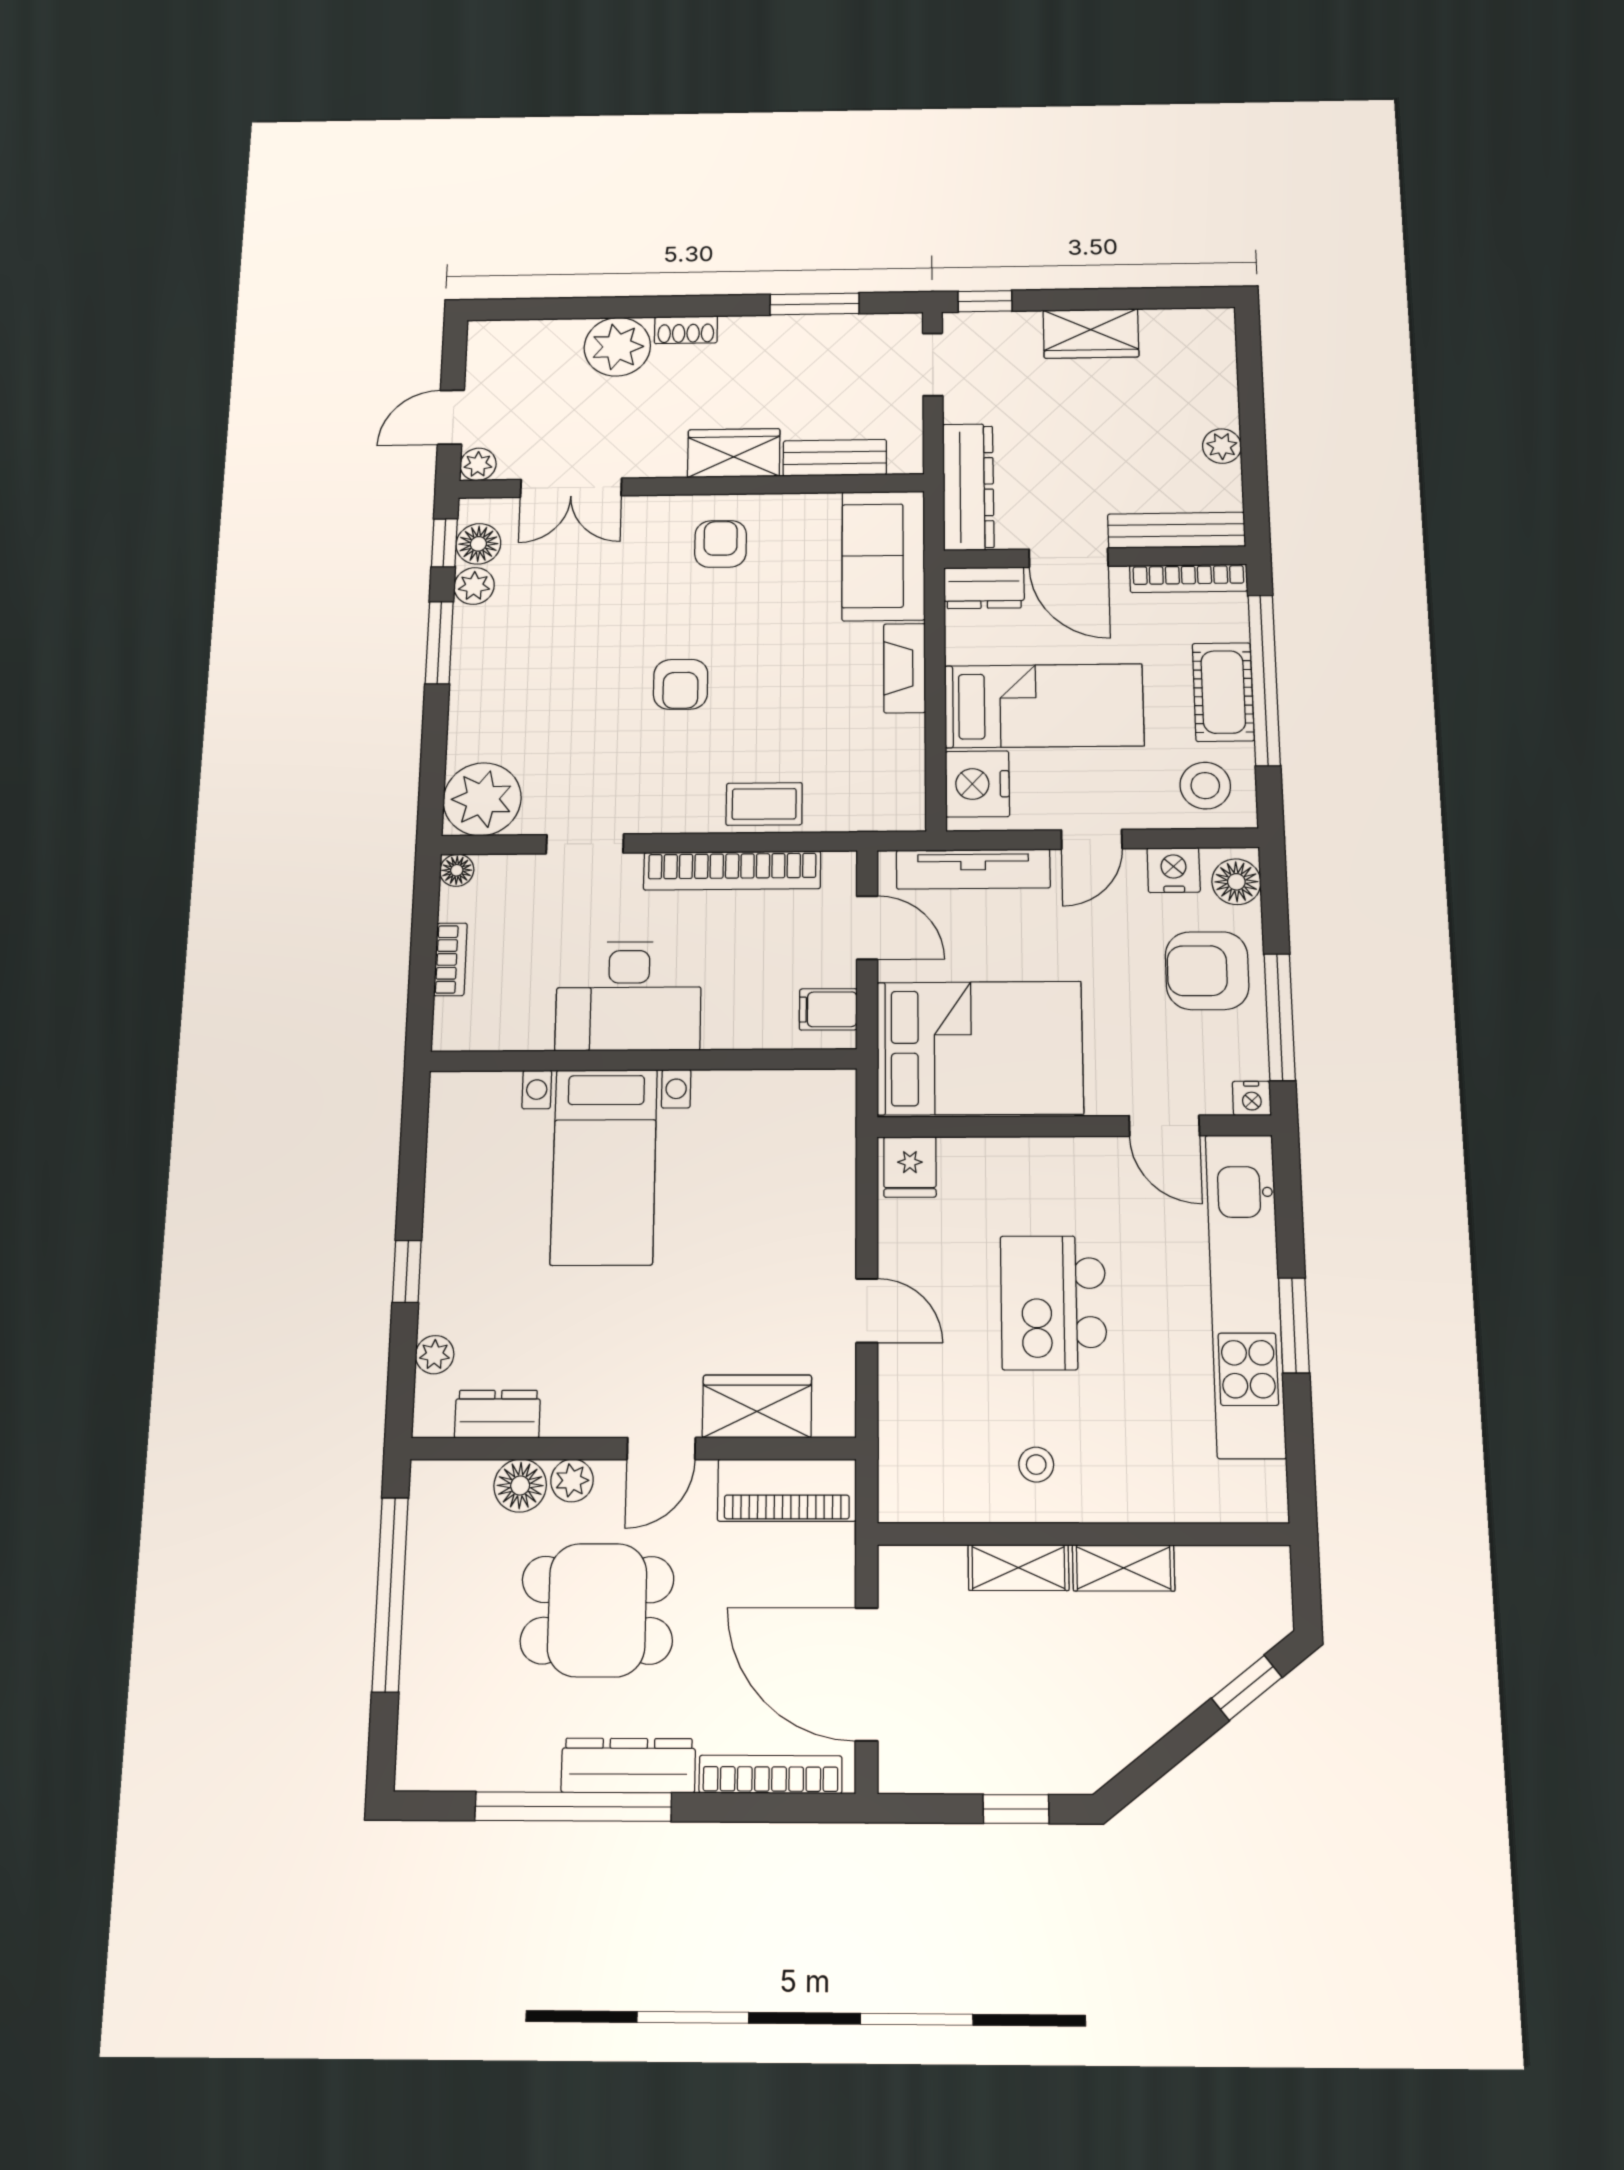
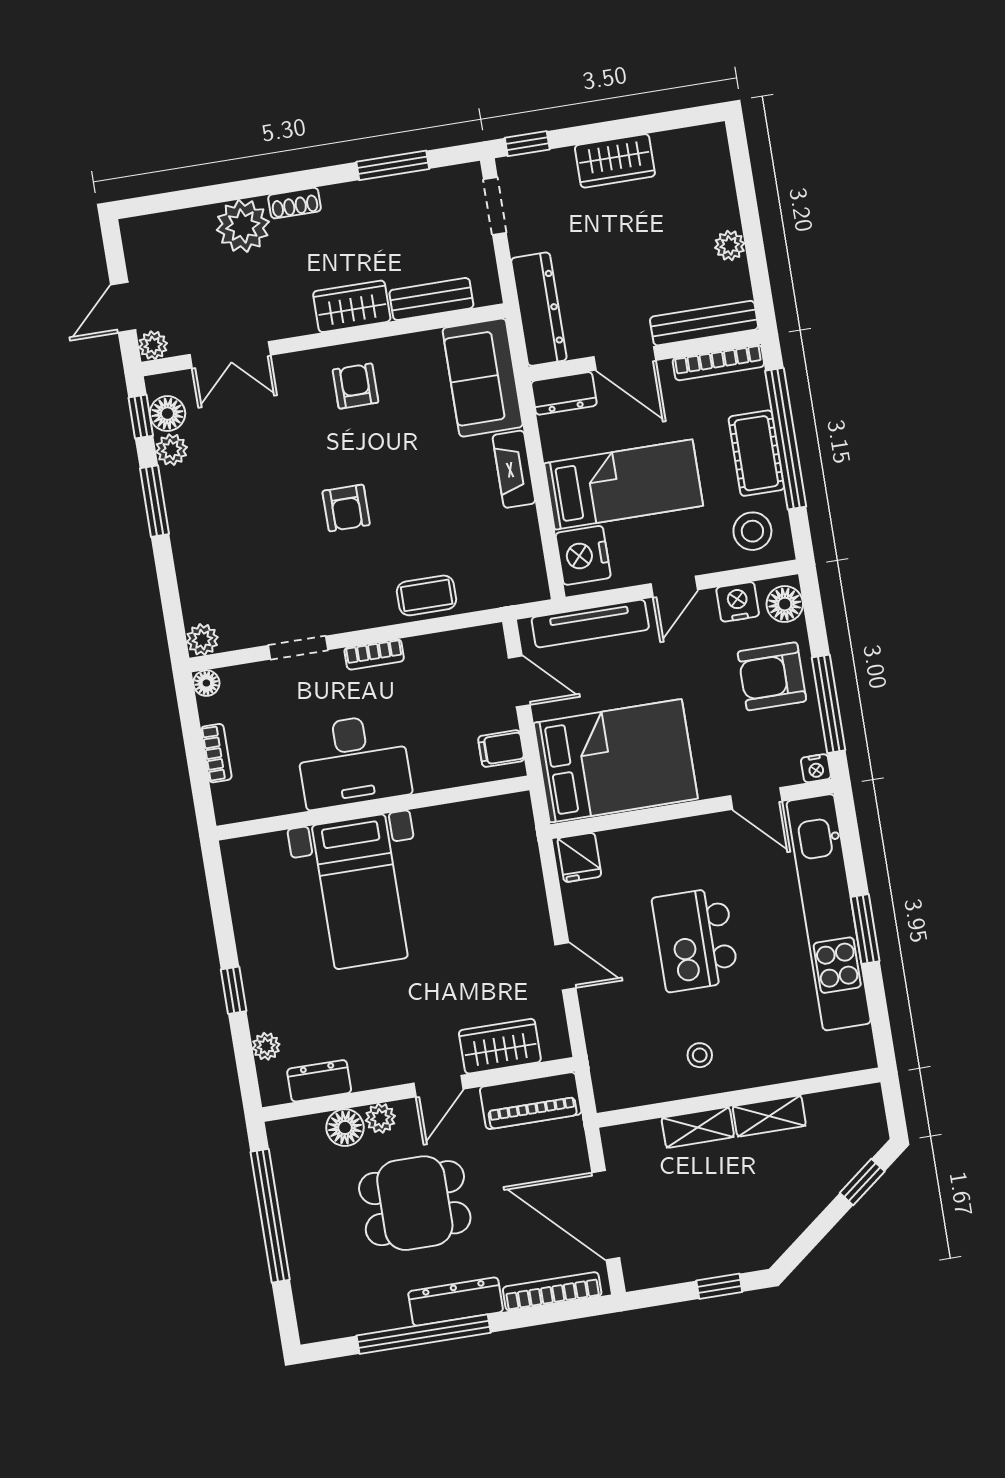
plant: (482, 799) -> (202, 640), width x0.53, depth x0.53
bookcase: (732, 871) -> (374, 654), width x0.43, depth x0.76

